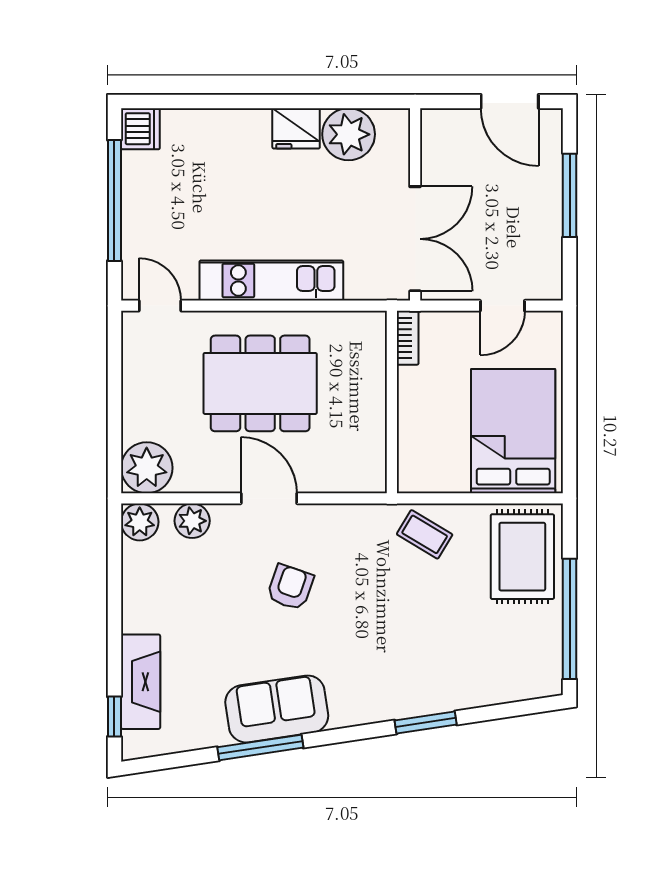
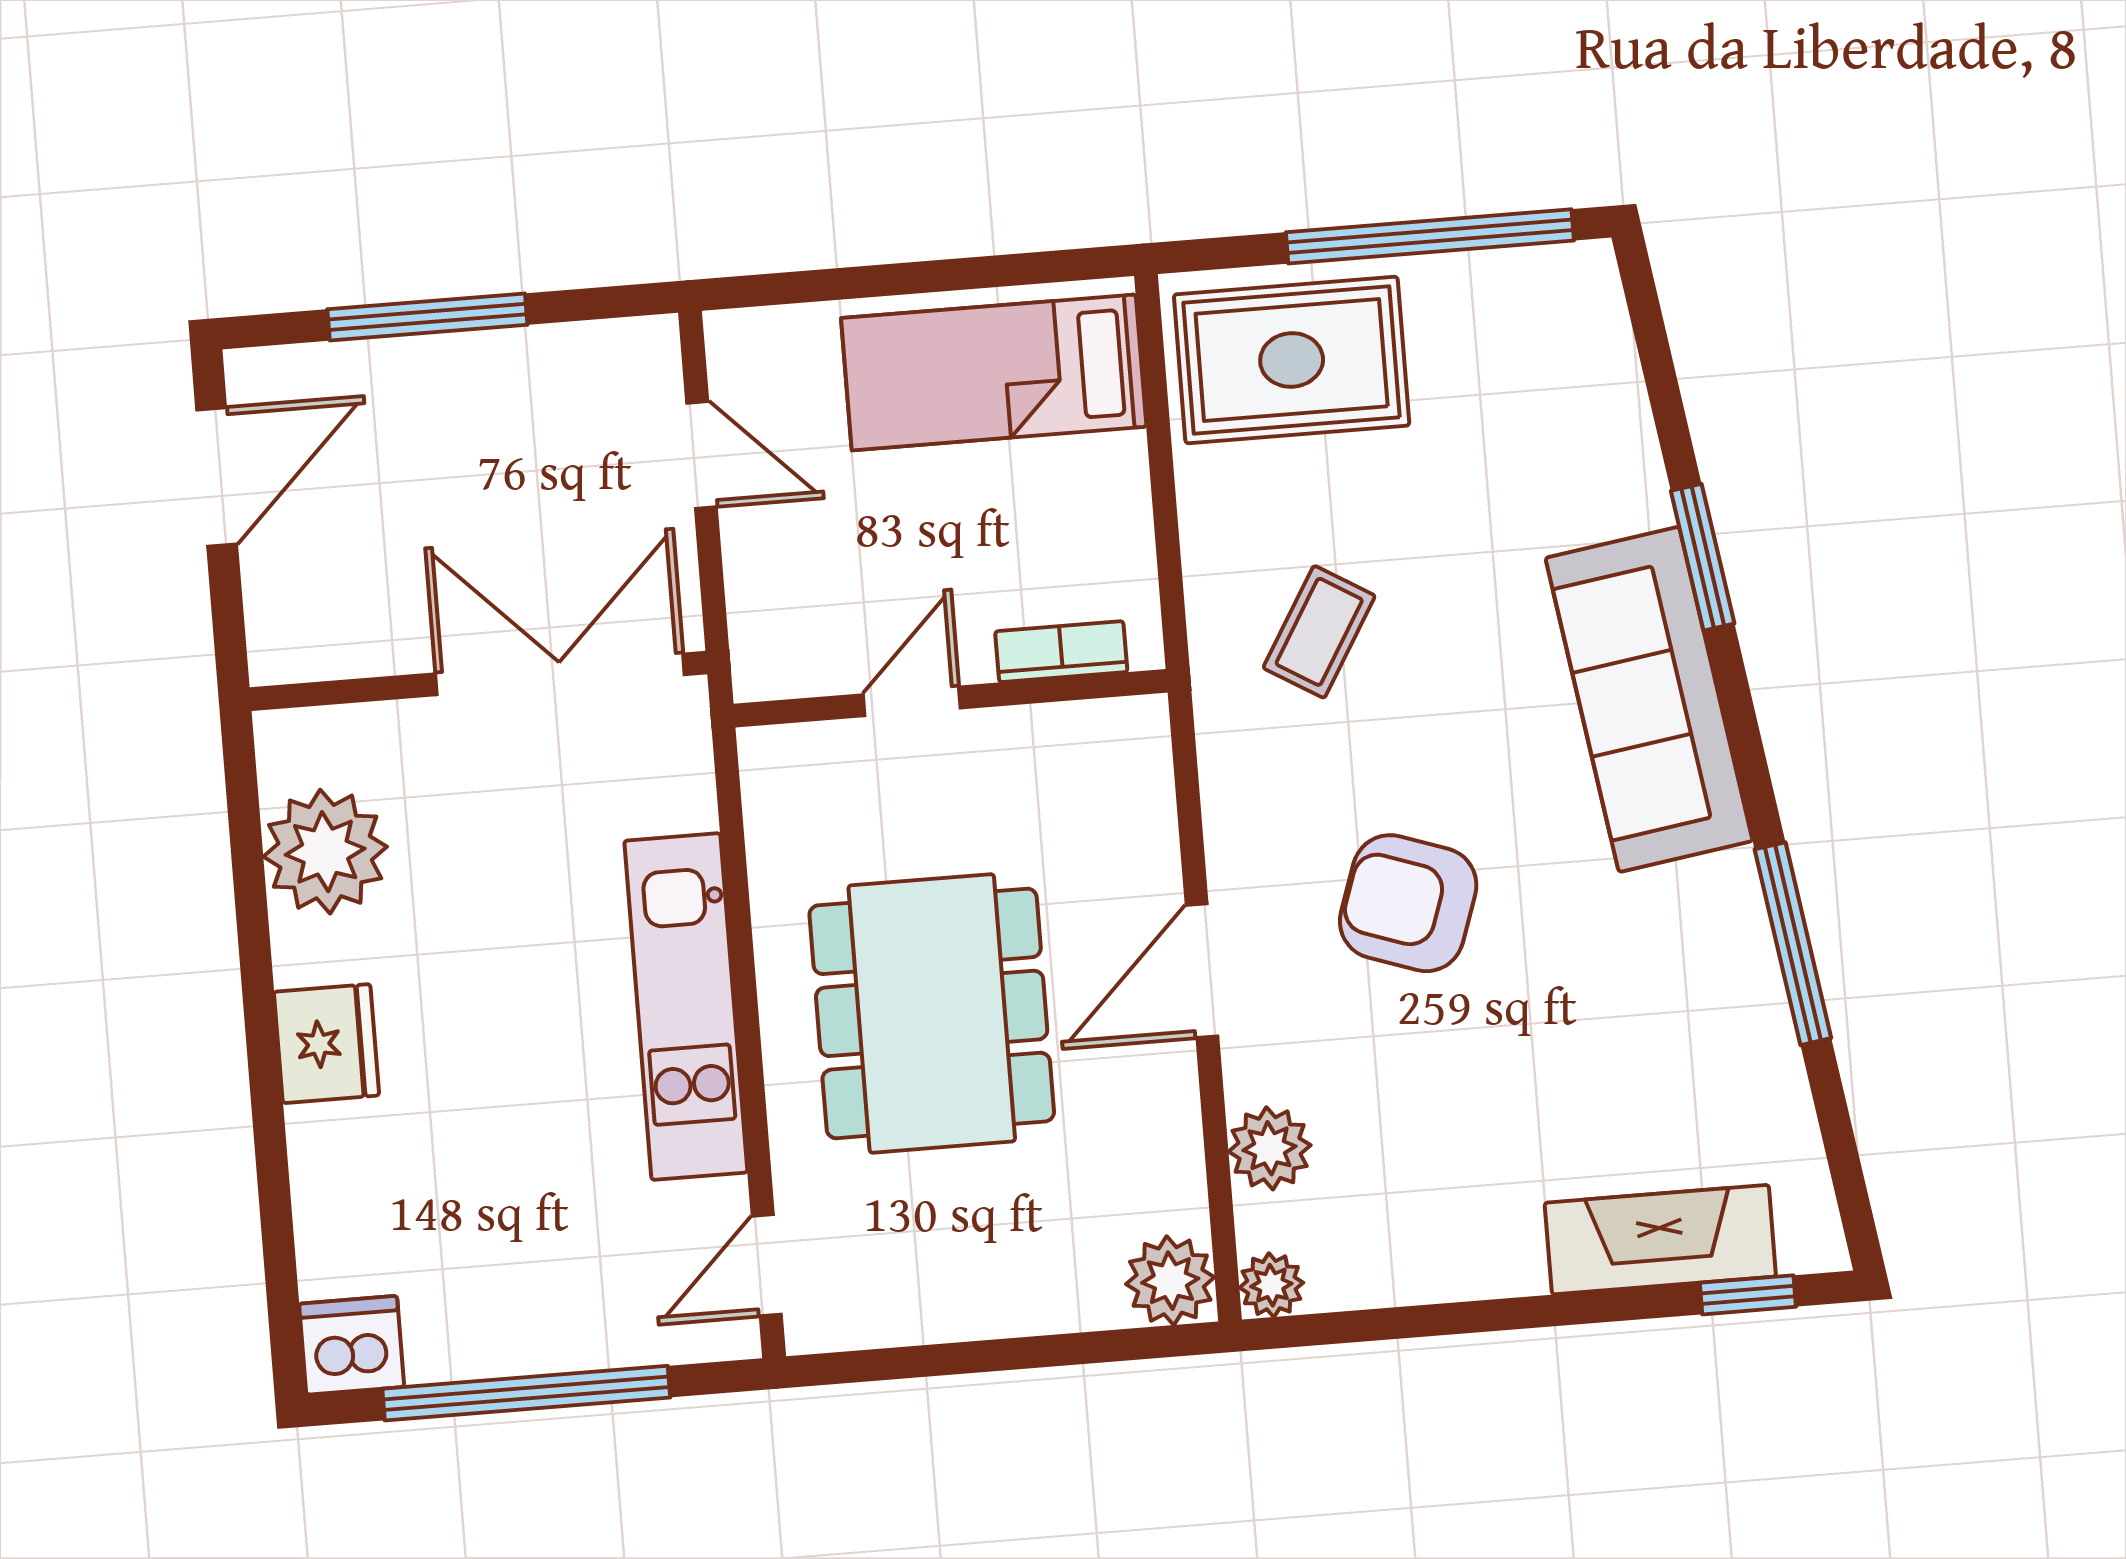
fridge: (296, 128) -> (327, 1044), moved
bookcase: (408, 338) -> (1061, 652), moved
door: (392, 386) -> (912, 701), added
bed: (513, 431) -> (994, 372), width x0.67
plant: (147, 468) -> (1170, 1281), width x0.73, depth x0.73
plant: (140, 522) -> (1271, 1285), width x0.73, depth x0.73
coffee table: (425, 534) -> (1319, 632), moved
armchair: (290, 587) -> (1408, 903), width x1.38, depth x1.38
sofa: (277, 709) -> (1649, 699), moved, width x1.36

